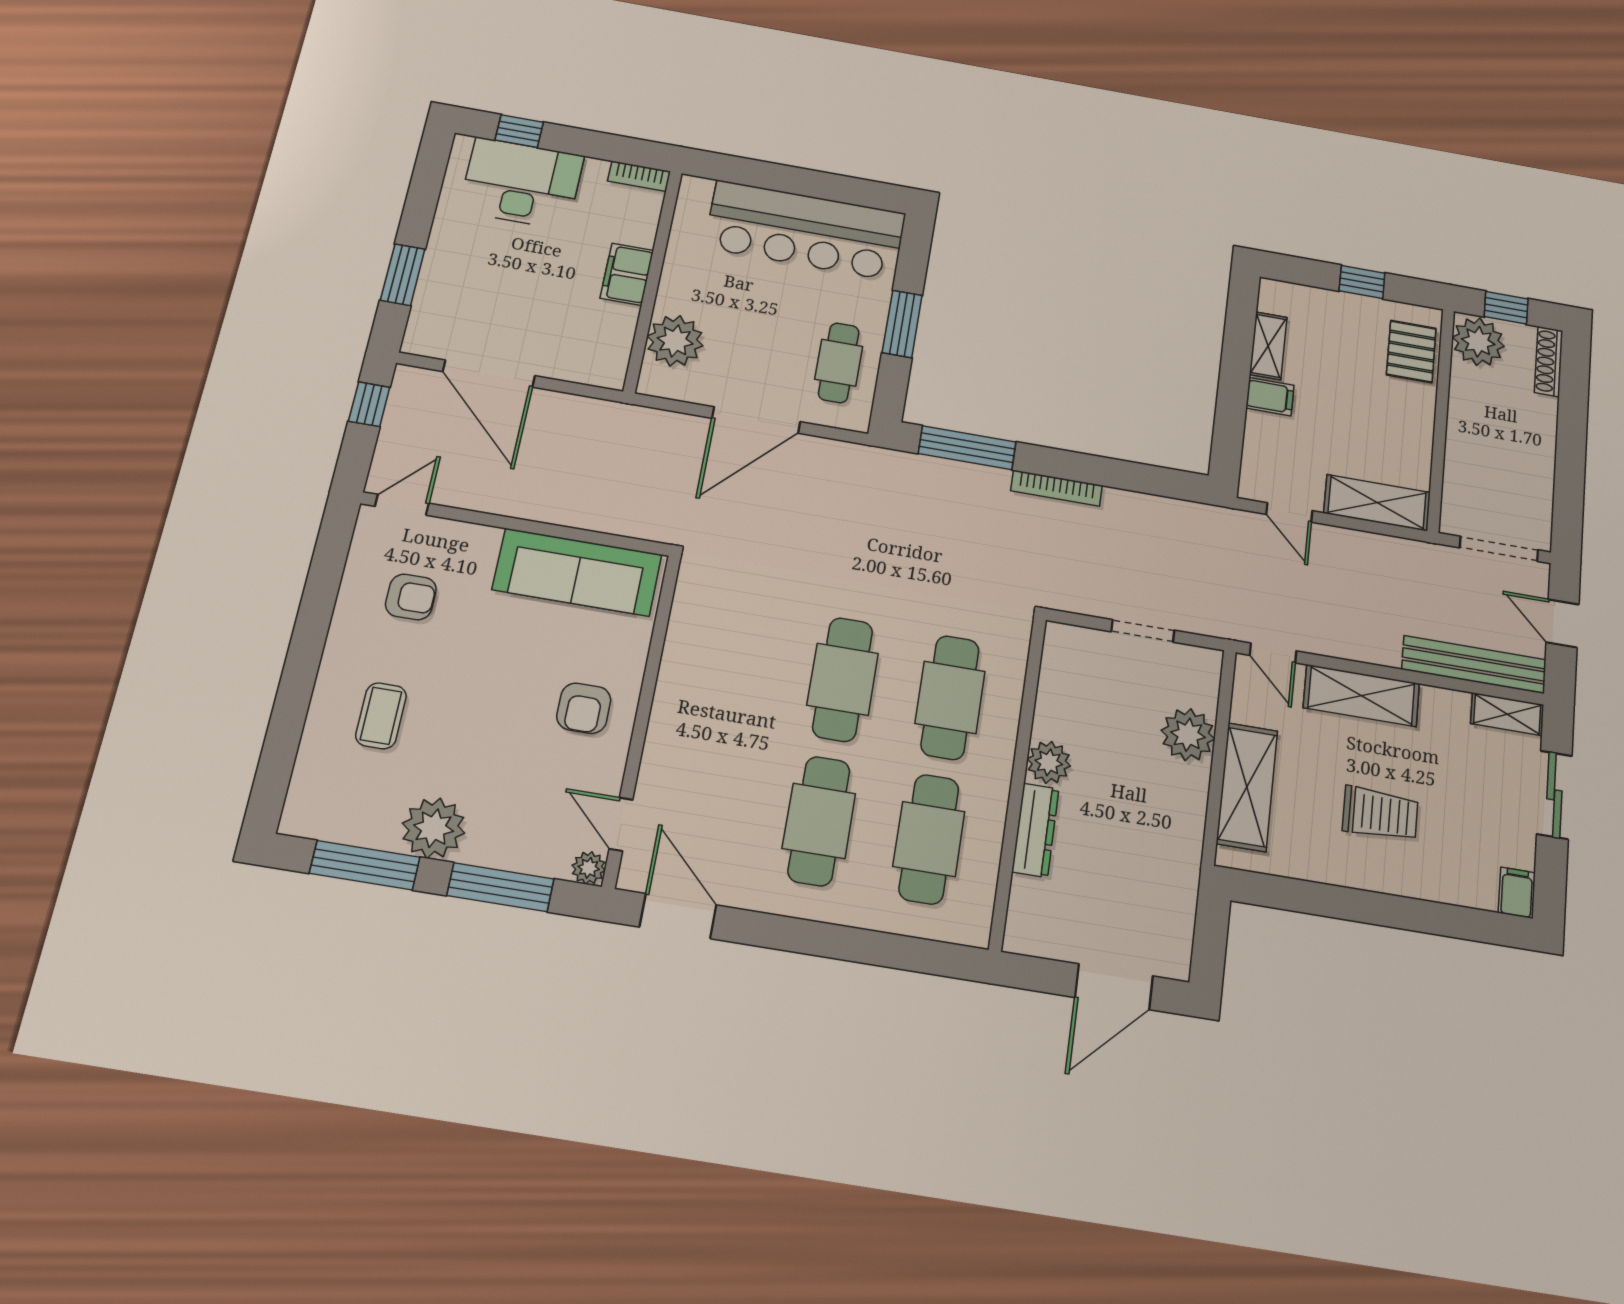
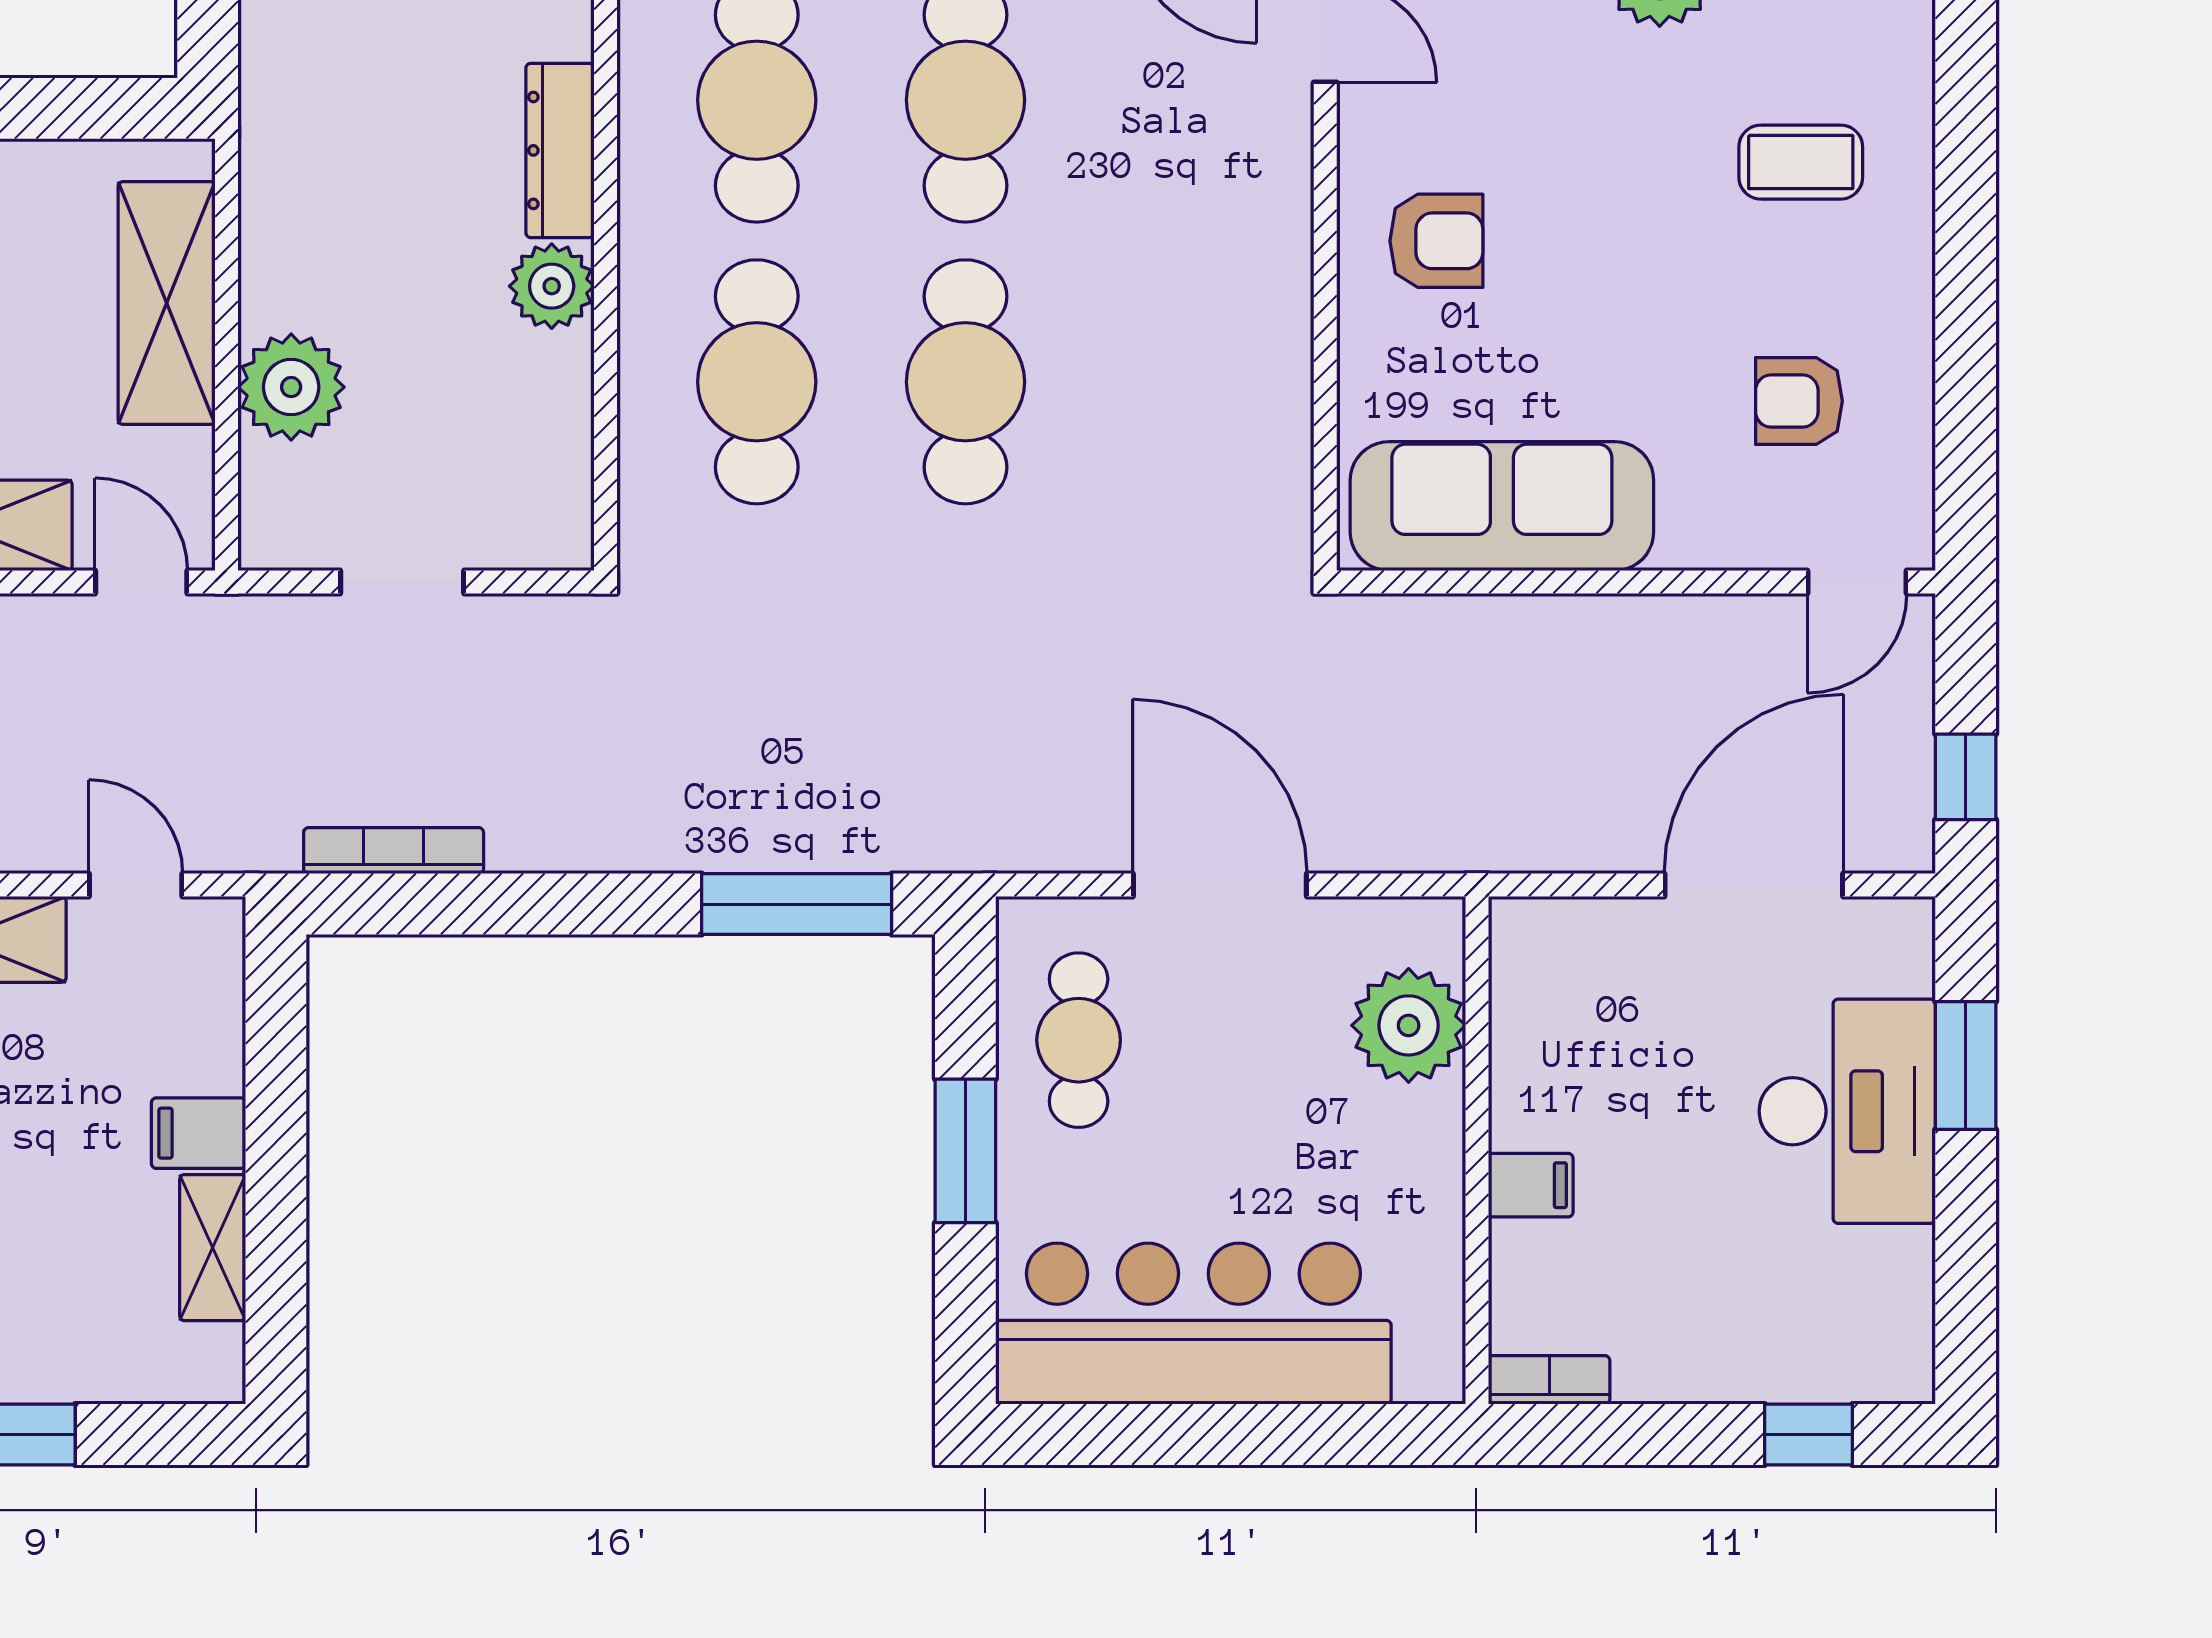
desk: (521, 183) -> (1847, 1111), moved, turned -90
filing cabinet: (627, 274) -> (1531, 1185), width x0.50
door: (489, 374) -> (1754, 885), hinge flipped
door: (756, 420) -> (1220, 885), hinge flipped
bookcase: (1057, 488) -> (394, 851), moved
armchair: (584, 708) -> (1436, 241), turned 90
coffee table: (381, 716) -> (1801, 162), turned 90

